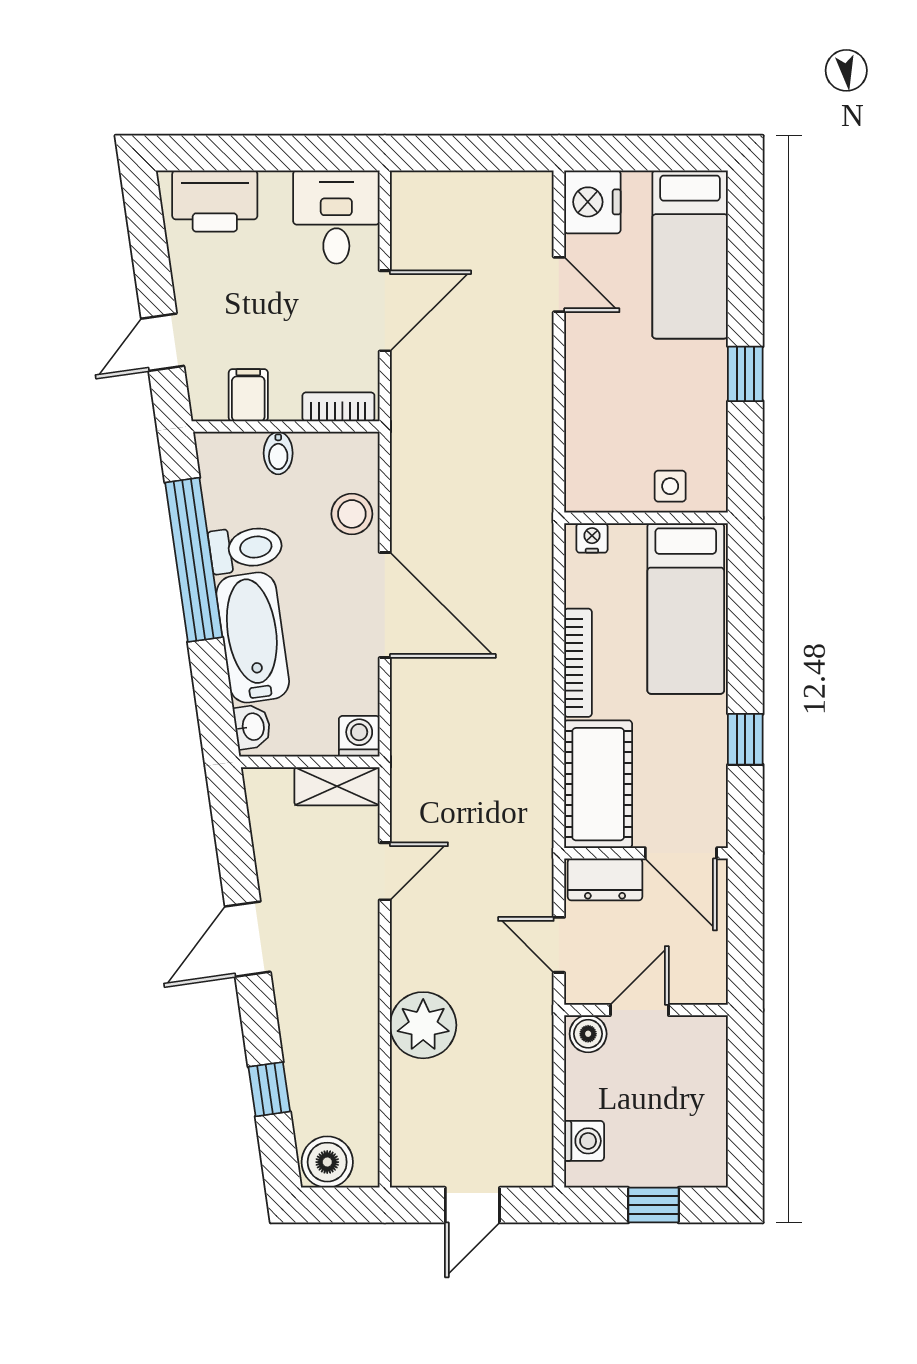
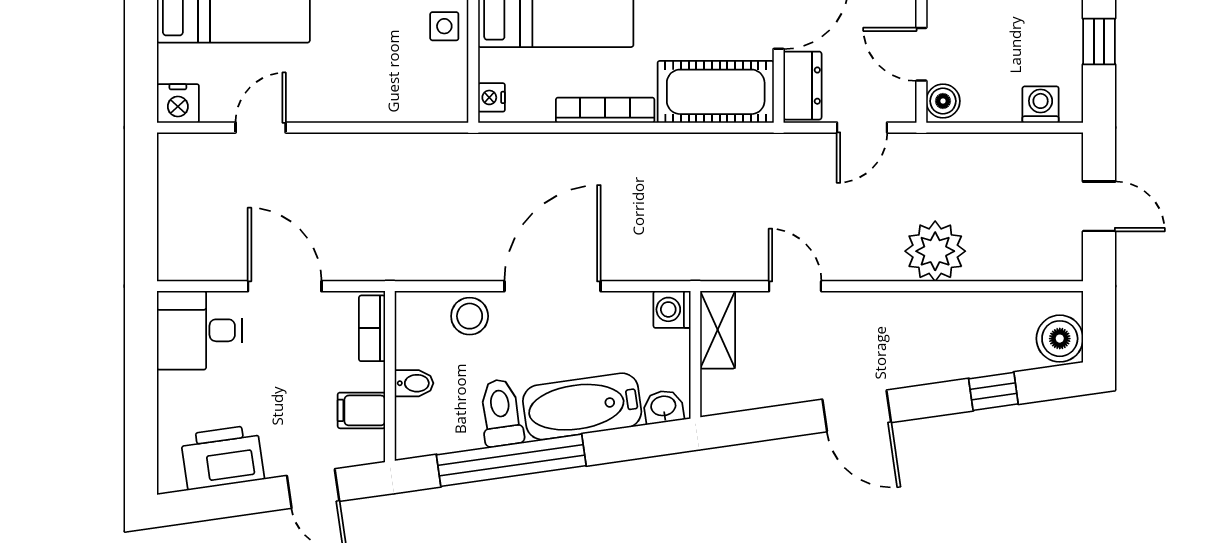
printer: (215, 201) -> (222, 457), moved, turned -98
nightstand: (592, 202) -> (178, 103), width x0.74, depth x0.75

